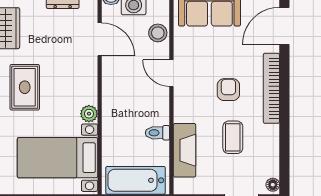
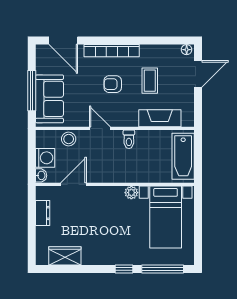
door: (171, 73) -> (100, 128), swing flipped
rug: (25, 87) -> (111, 242), removed
toilet: (157, 133) -> (129, 139), moved
coffee table: (233, 137) -> (150, 81), turned 90

